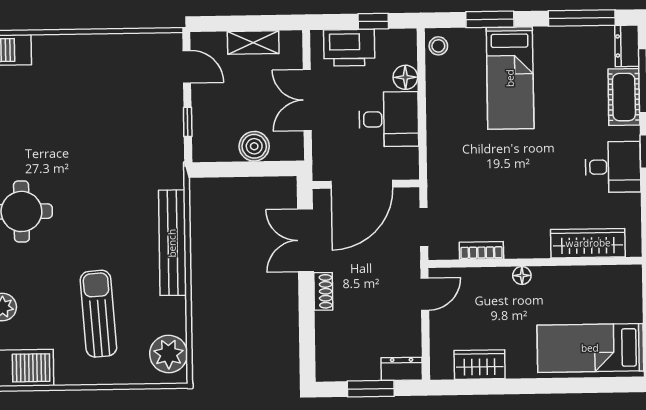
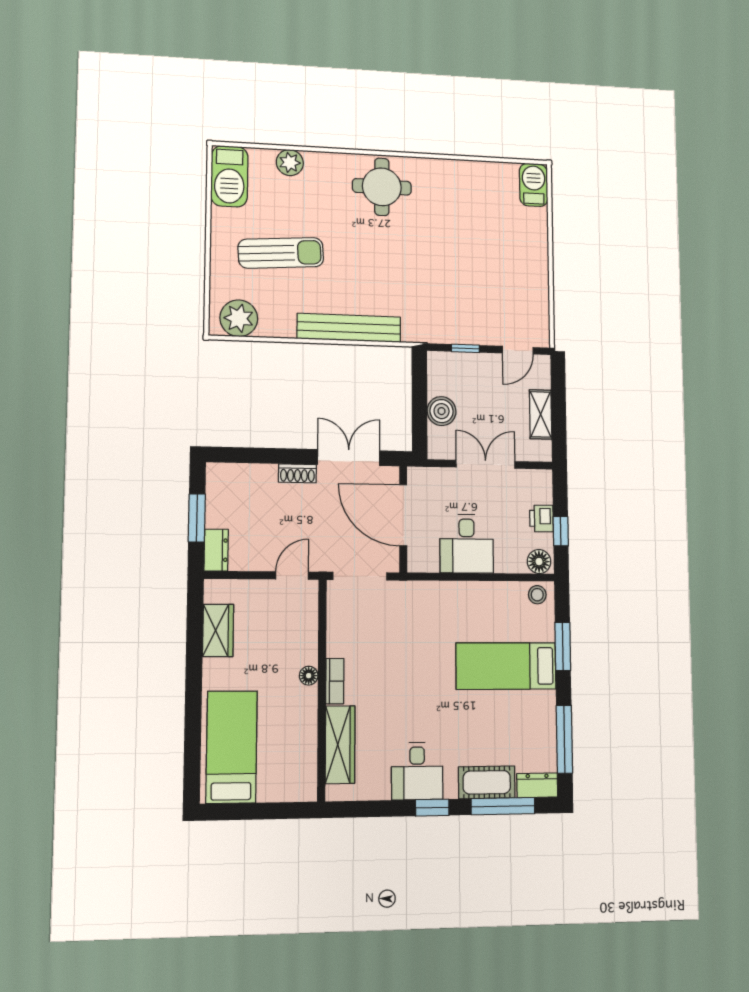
printer: (349, 48) -> (541, 518), width x0.53, depth x0.68
floor lamp: (405, 77) -> (539, 562), moved
doorway: (424, 227) -> (360, 576), width x1.38
bookcase: (481, 250) -> (335, 681), moved
door: (425, 294) -> (292, 576), swing flipped

